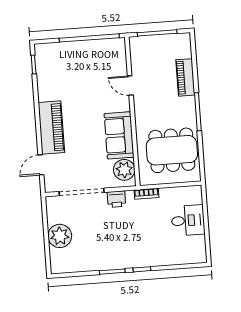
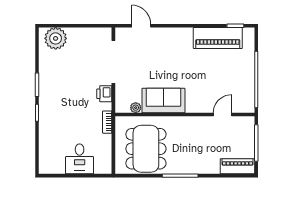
piano: (185, 77) -> (237, 166), moved
door: (130, 86) -> (222, 115), moved
piano: (51, 128) -> (218, 38), moved
plant: (124, 170) -> (136, 108), width x0.53, depth x0.53
plant: (60, 236) -> (56, 38), moved

